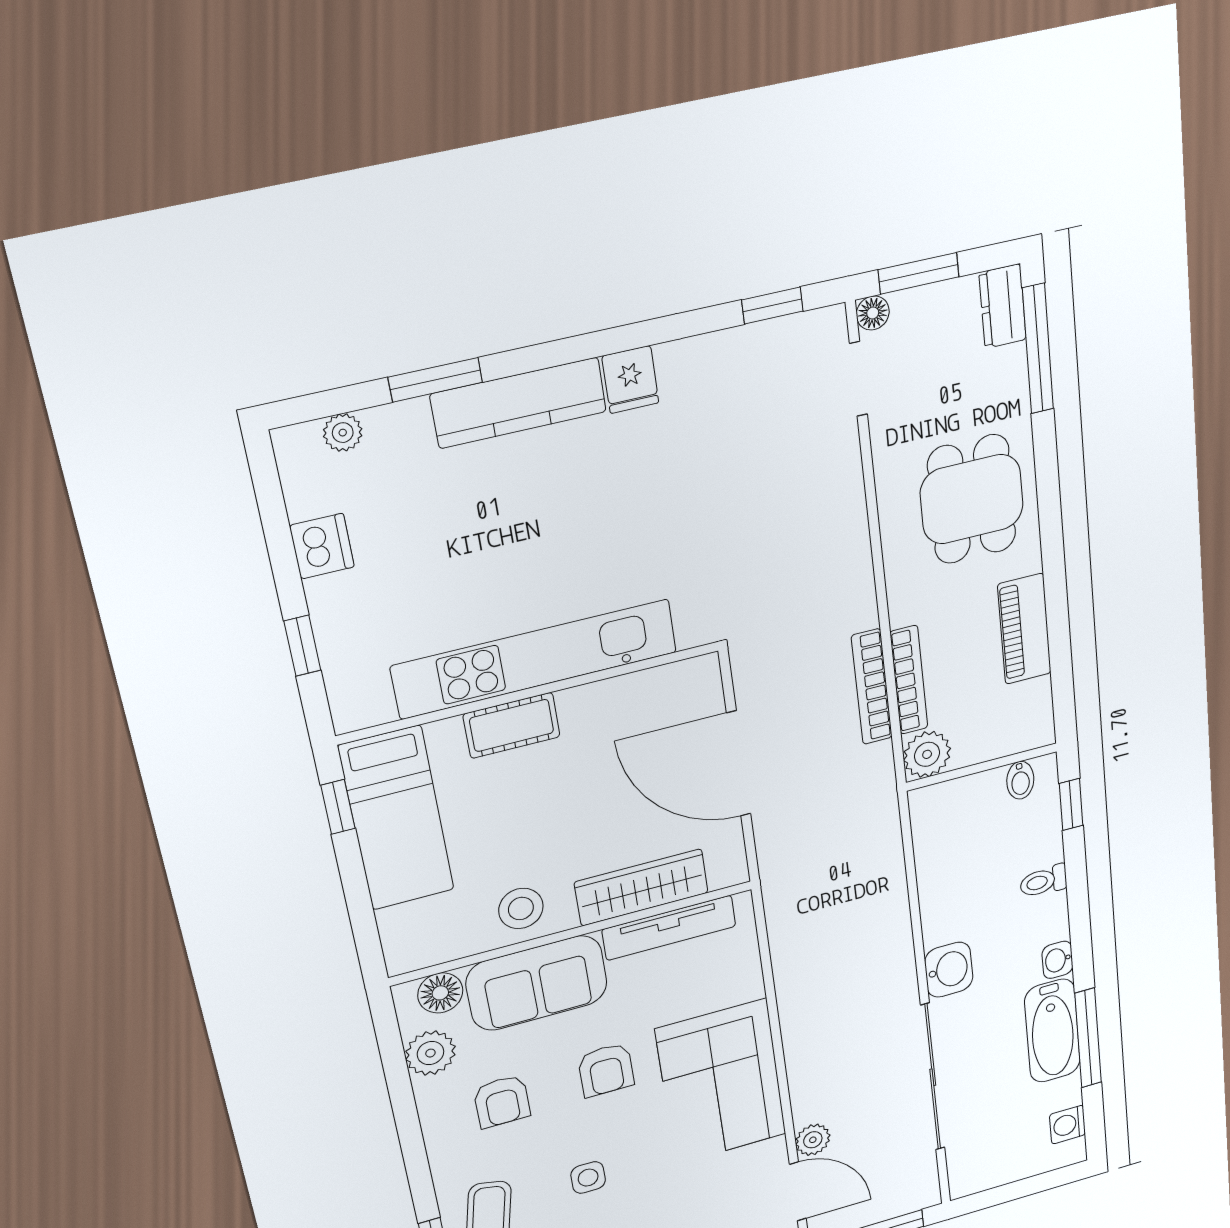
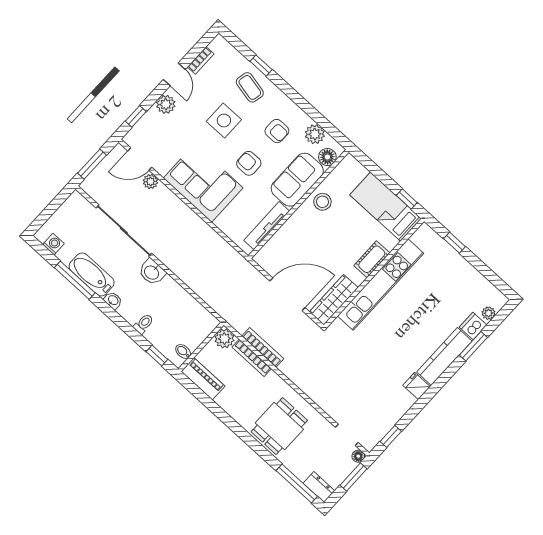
dining table: (972, 499) -> (279, 426), turned 90
dishwasher: (322, 546) -> (473, 326), moved, turned 90
piano: (1024, 629) -> (203, 379), moved
wardrobe: (641, 887) -> (334, 300), moved, turned 180
armchair: (502, 1101) -> (277, 131), turned 180
side table: (588, 1178) -> (224, 121), width x1.87, depth x1.87

